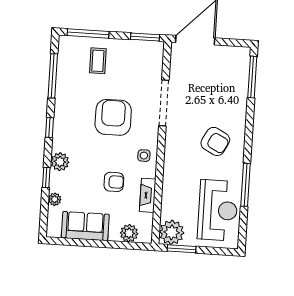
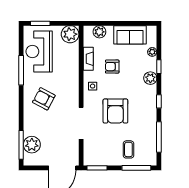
plant: (237, 77) -> (32, 145), added
window: (182, 249) -> (40, 23), moved

